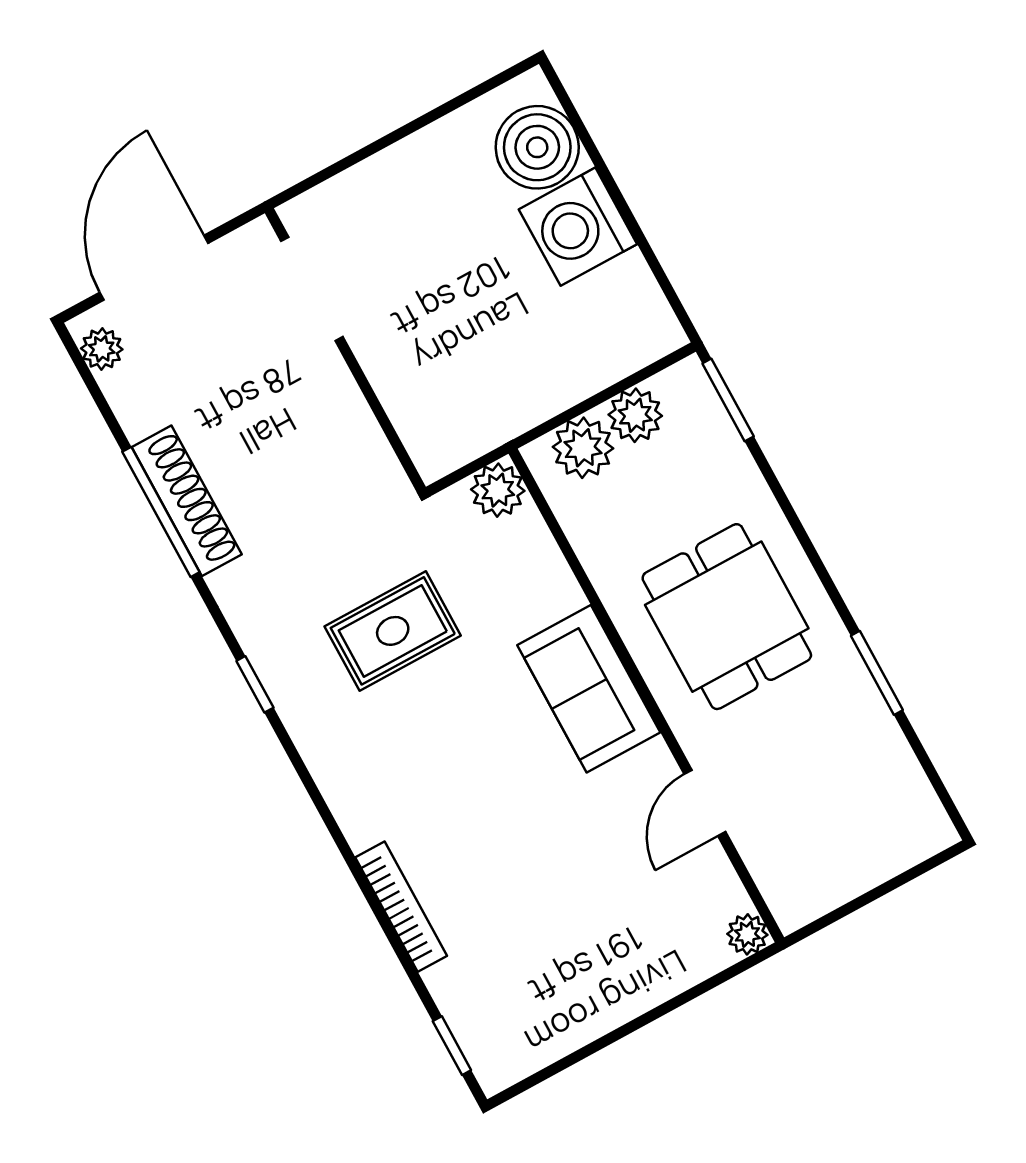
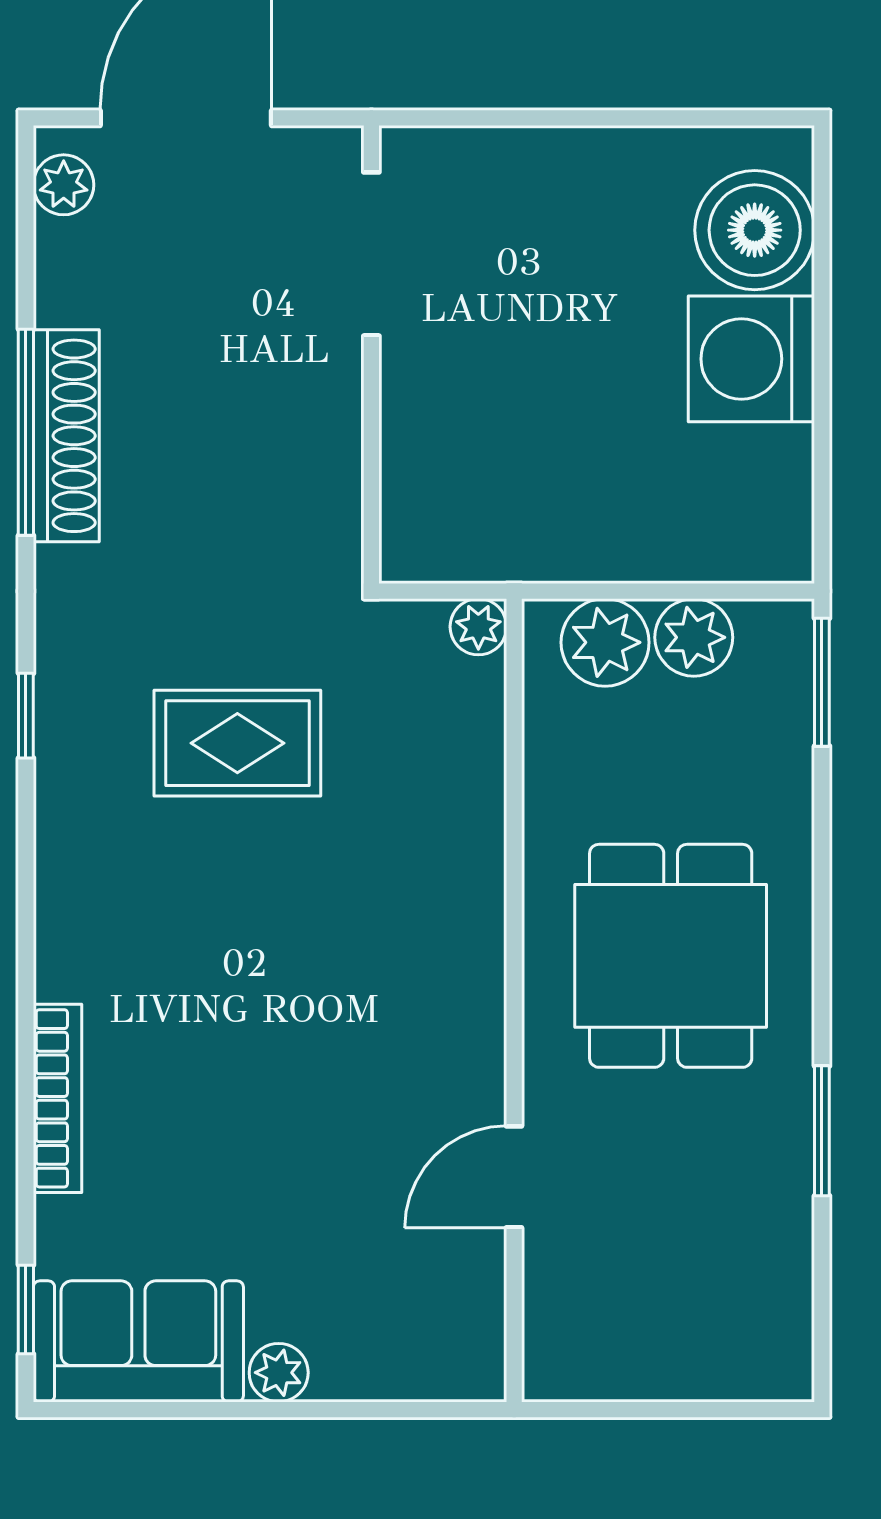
plant: (498, 490) -> (478, 627), width x0.73, depth x0.73
sofa: (589, 689) -> (138, 1341), moved, turned 90
plant: (747, 934) -> (279, 1373), moved

